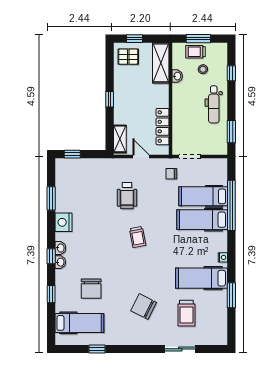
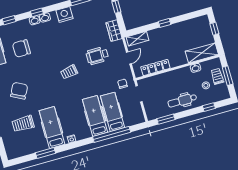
pallet: (128, 57) -> (200, 28), removed
wardrobe: (101, 166) -> (114, 31), added

